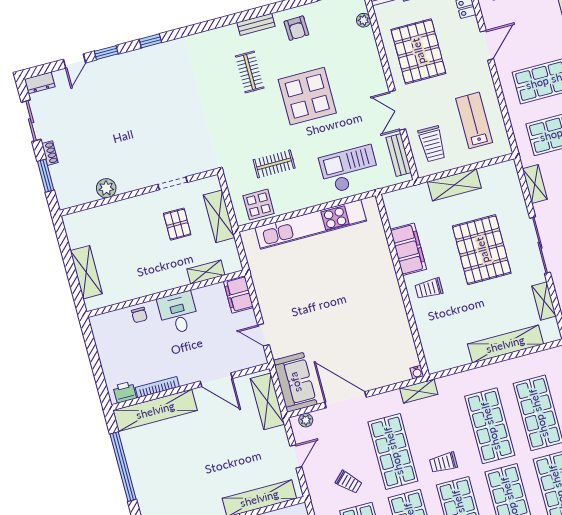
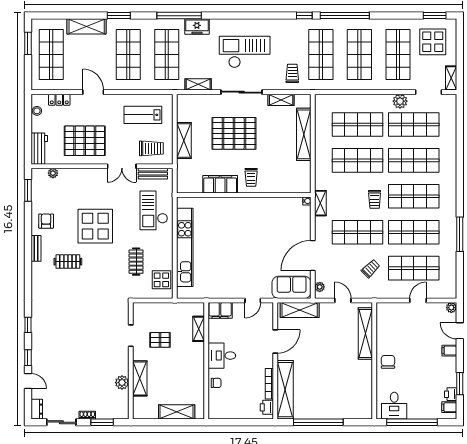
armchair: (296, 28) -> (46, 221), turned -88
shelving: (219, 216) -> (140, 378), moved, turned 90

